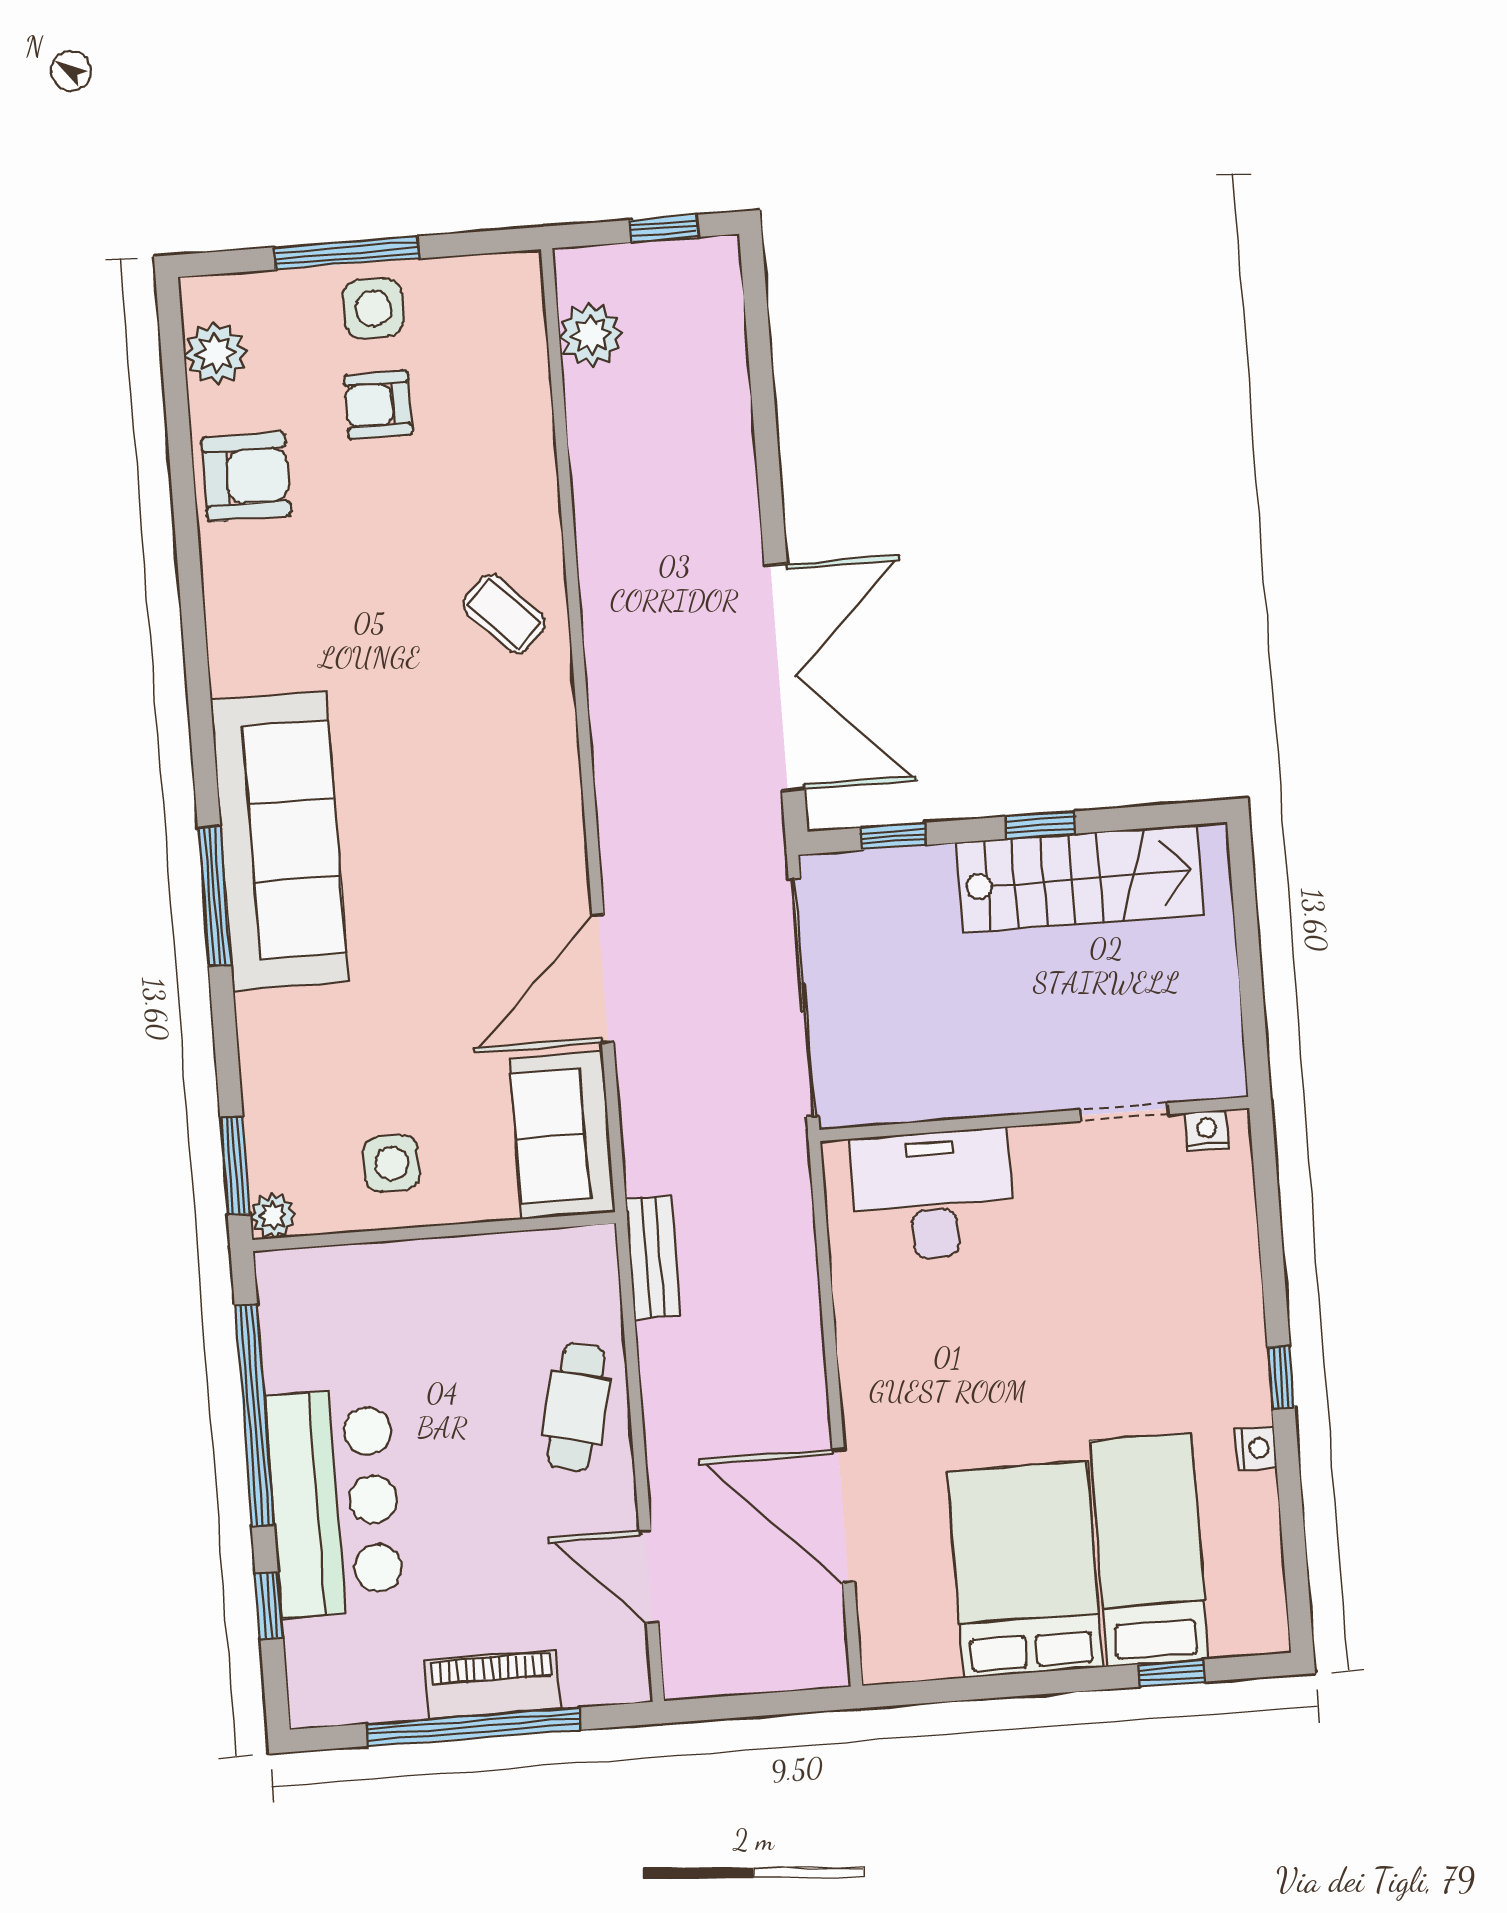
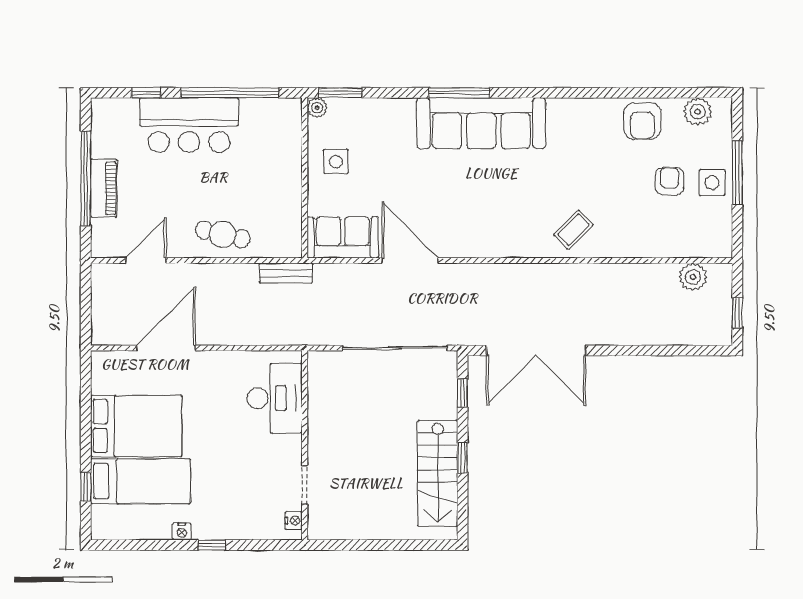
doorway: (1124, 1112) -> (305, 485), moved
wall: (1034, 1119) -> (305, 445), moved
nightstand: (1207, 1131) -> (294, 521), moved
desk: (933, 1195) -> (275, 398), moved

